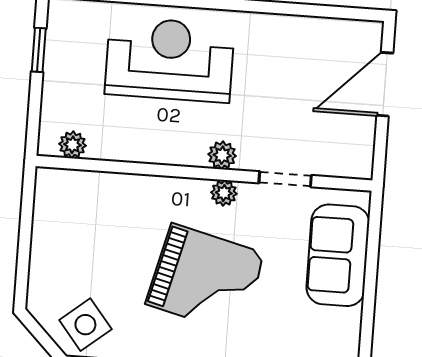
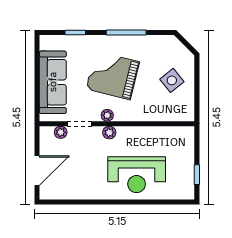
plant: (72, 145) -> (61, 132), moved
sofa: (338, 255) -> (53, 82), width x1.36
side table: (85, 325) -> (172, 80), moved

